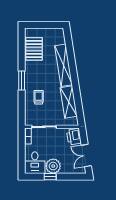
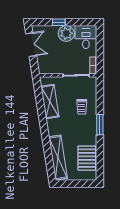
shelving: (63, 65) -> (58, 158), moved
printer: (74, 137) -> (44, 65), removed
window: (50, 177) -> (59, 22), moved

